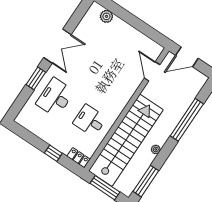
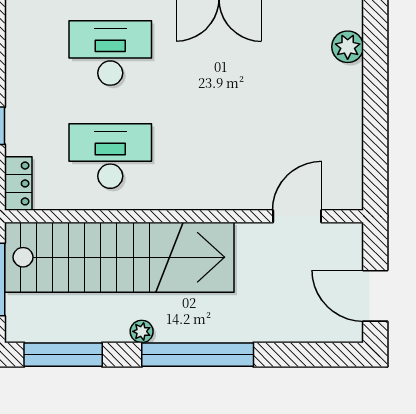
door: (187, 57) -> (375, 296), moved
window: (187, 120) -> (198, 355), moved
desk: (90, 121) -> (110, 156), width x1.37

